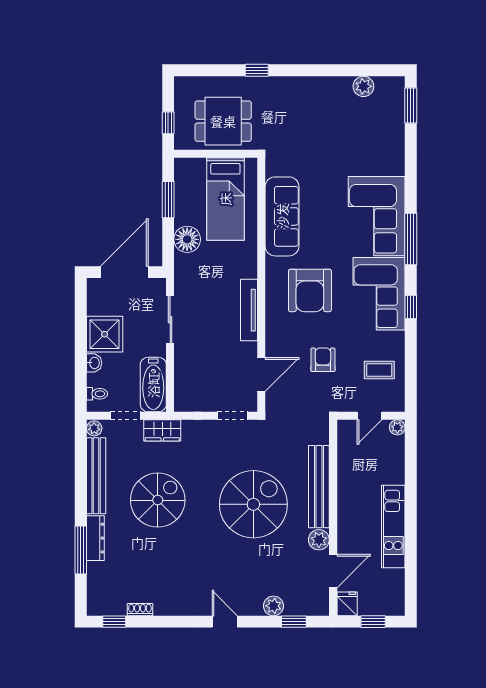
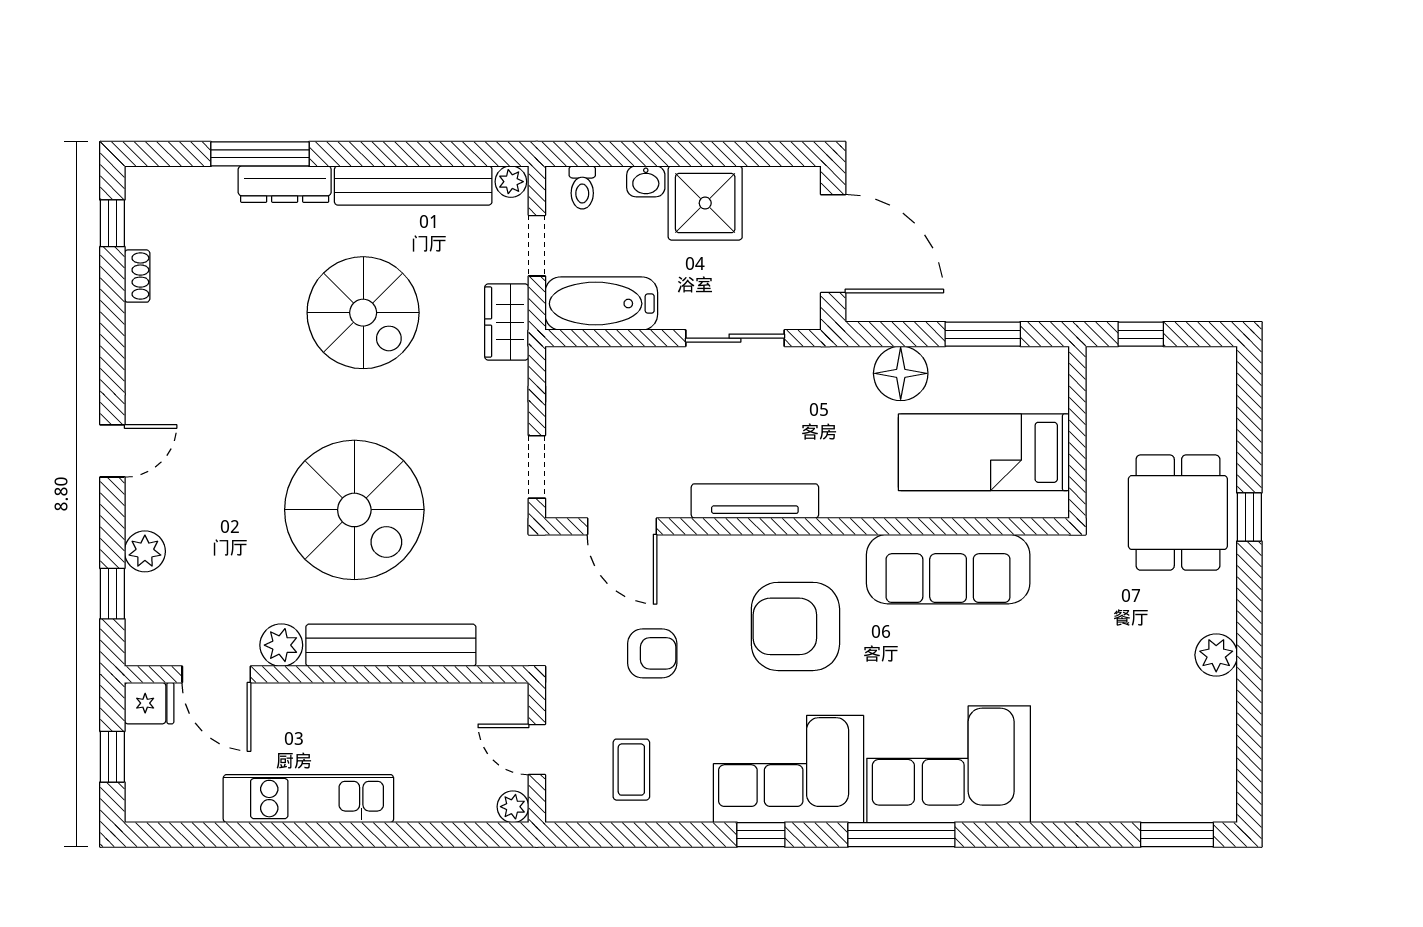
plant: (363, 86) -> (1216, 655), moved
dining table: (223, 121) -> (1178, 513), moved

